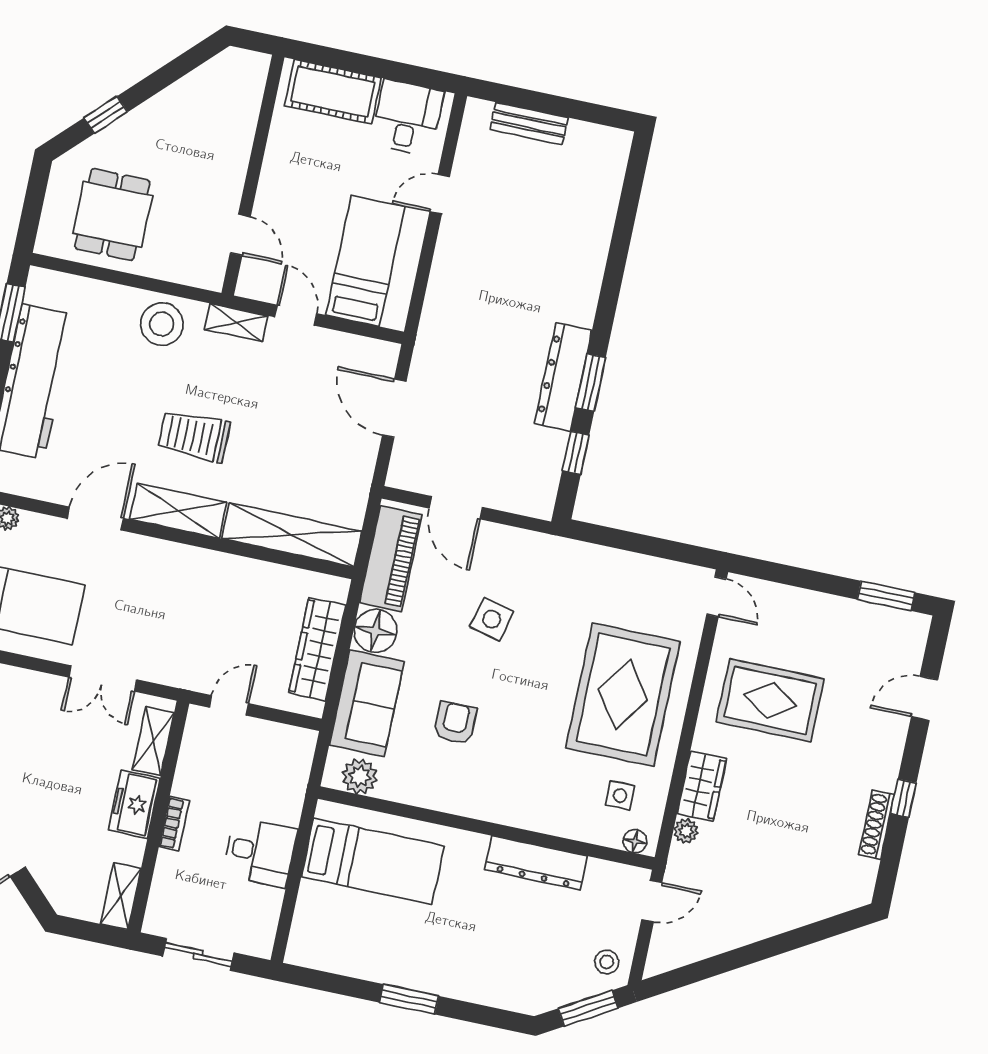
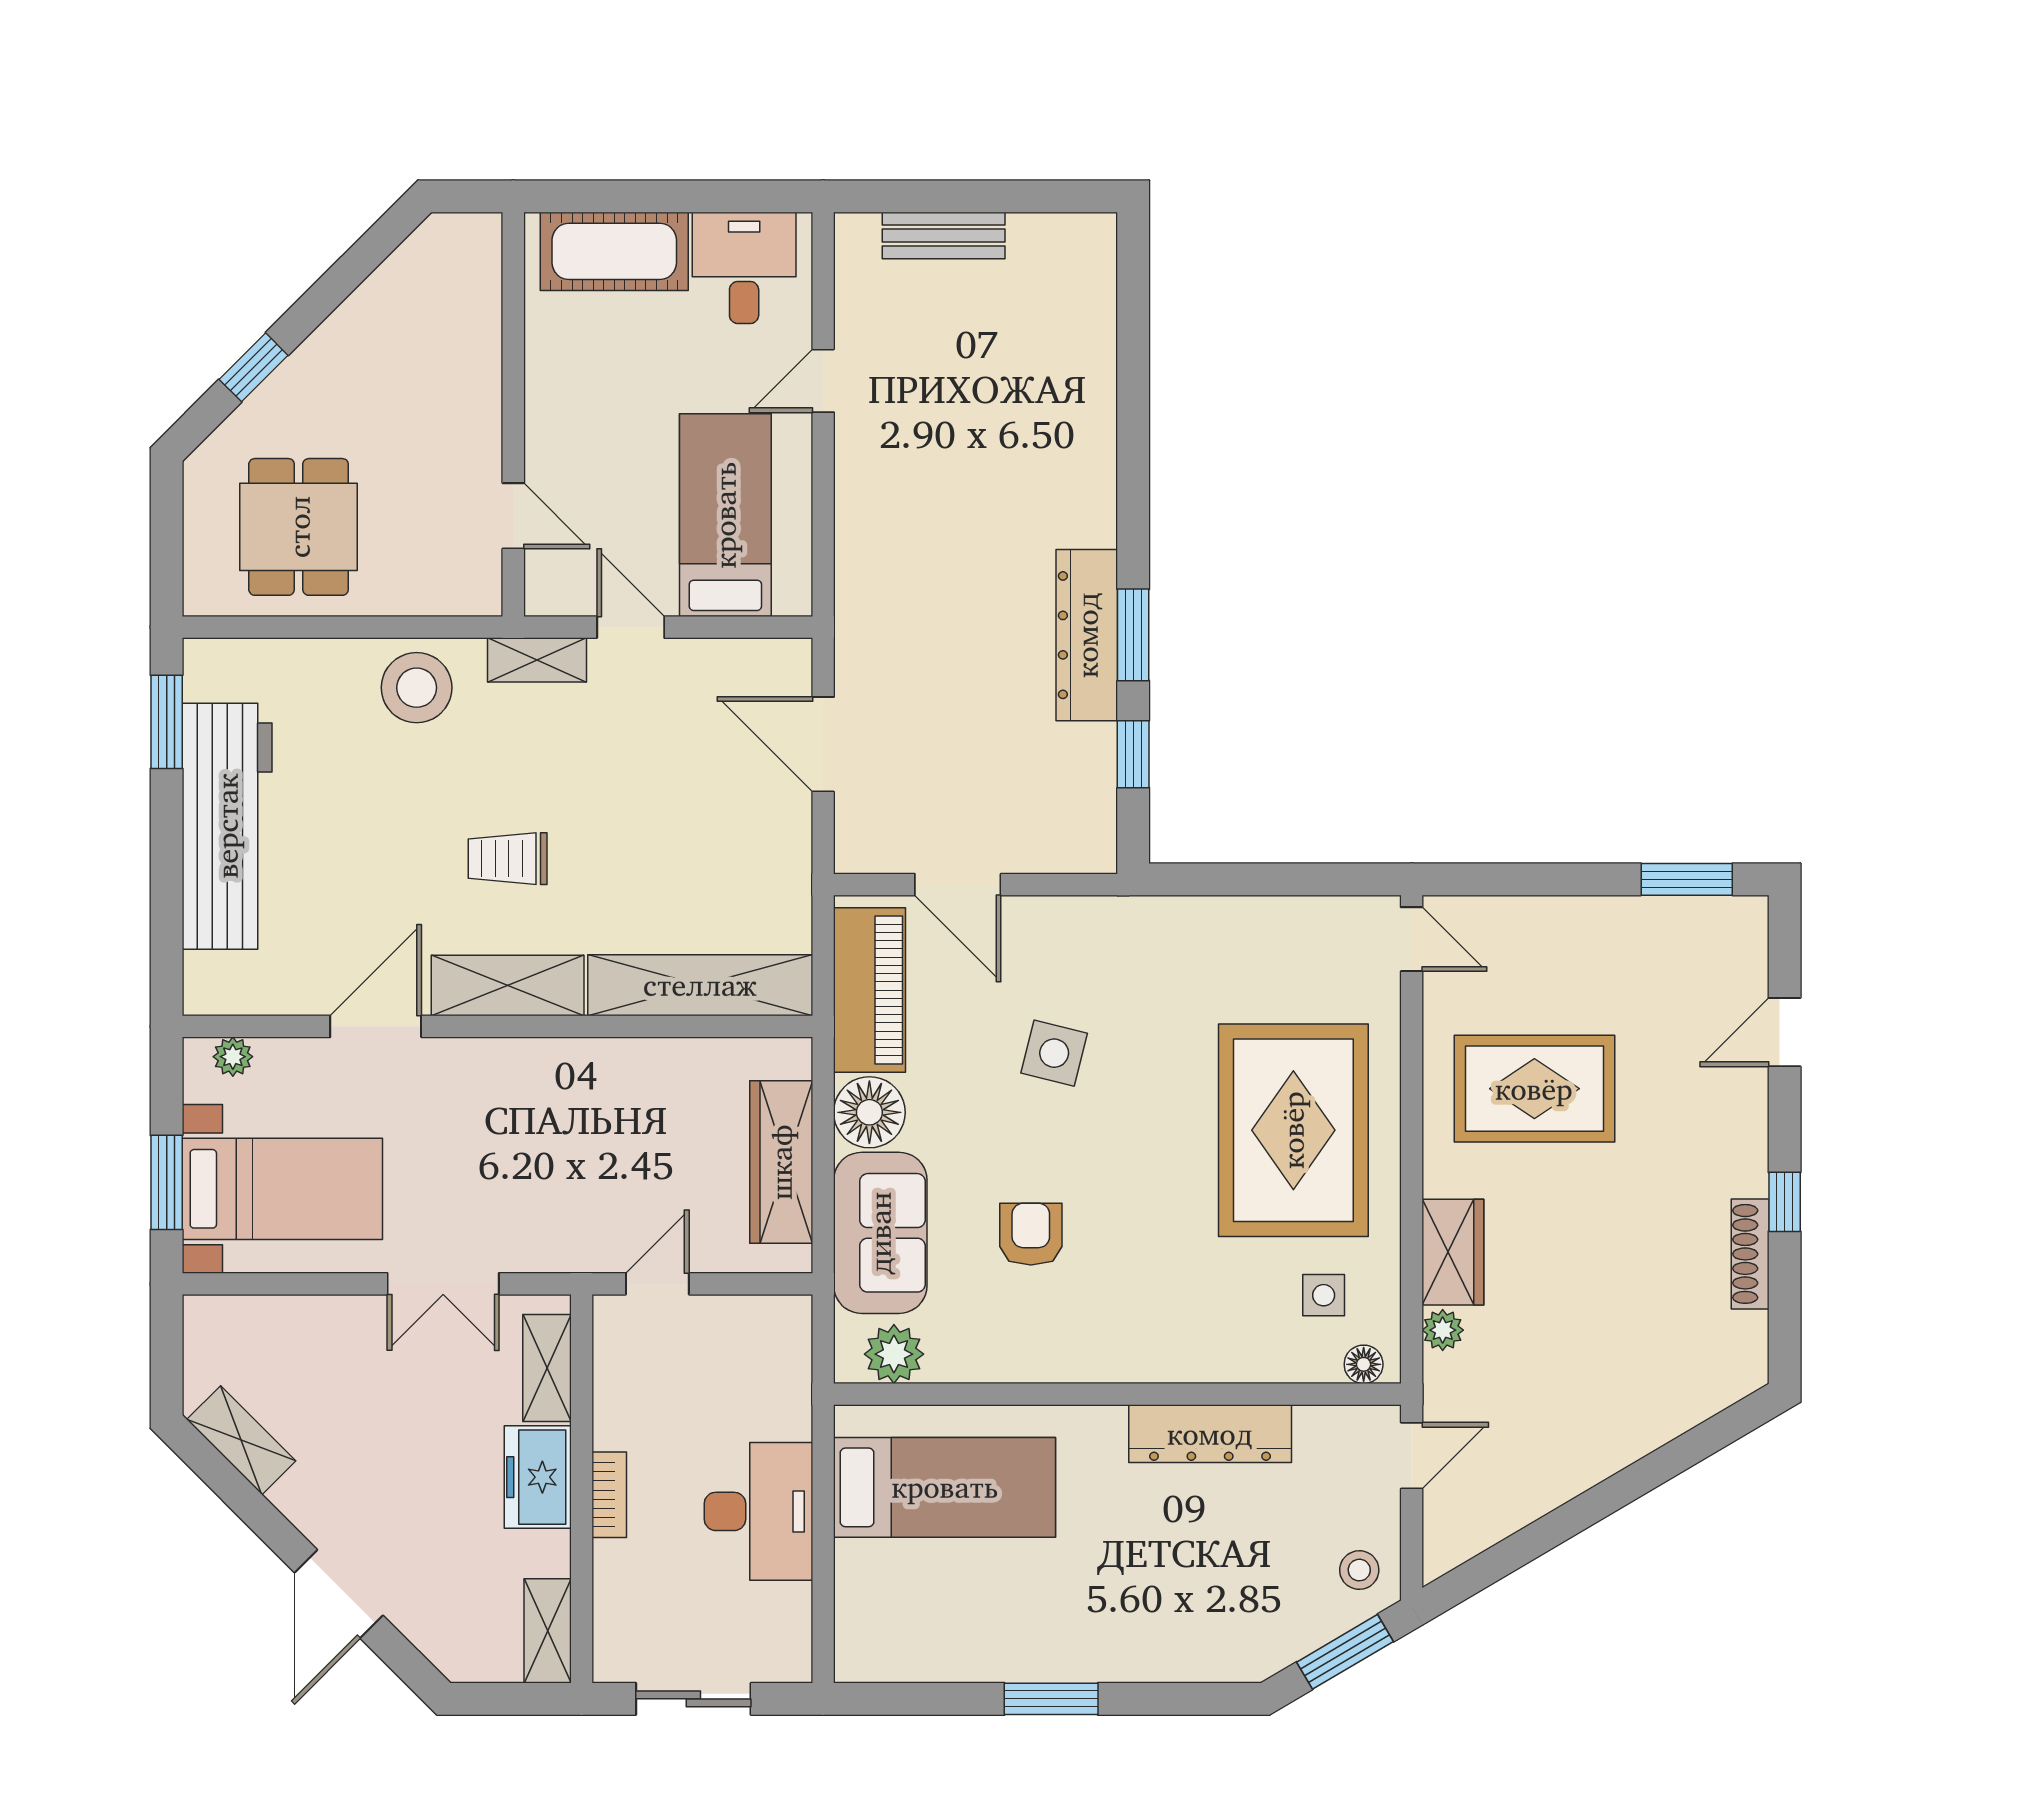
trolley: (194, 436) -> (508, 859), width x0.73, depth x0.72
desk: (260, 852) -> (759, 1511), width x1.37

